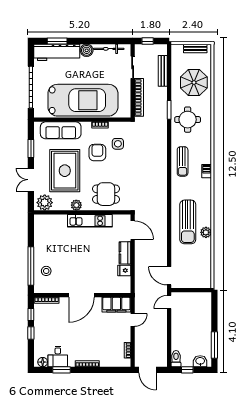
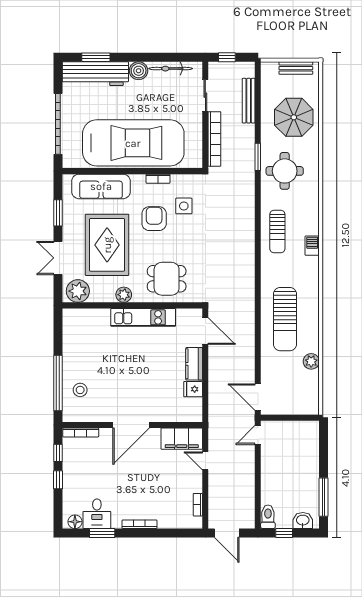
plant: (206, 232) -> (311, 361), moved
door: (133, 320) -> (205, 461), swing flipped

